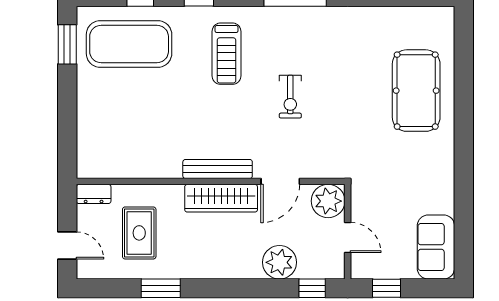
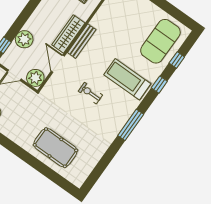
window: (67, 44) -> (179, 15), removed
treadmill: (226, 54) -> (127, 79), width x1.37, depth x1.38

